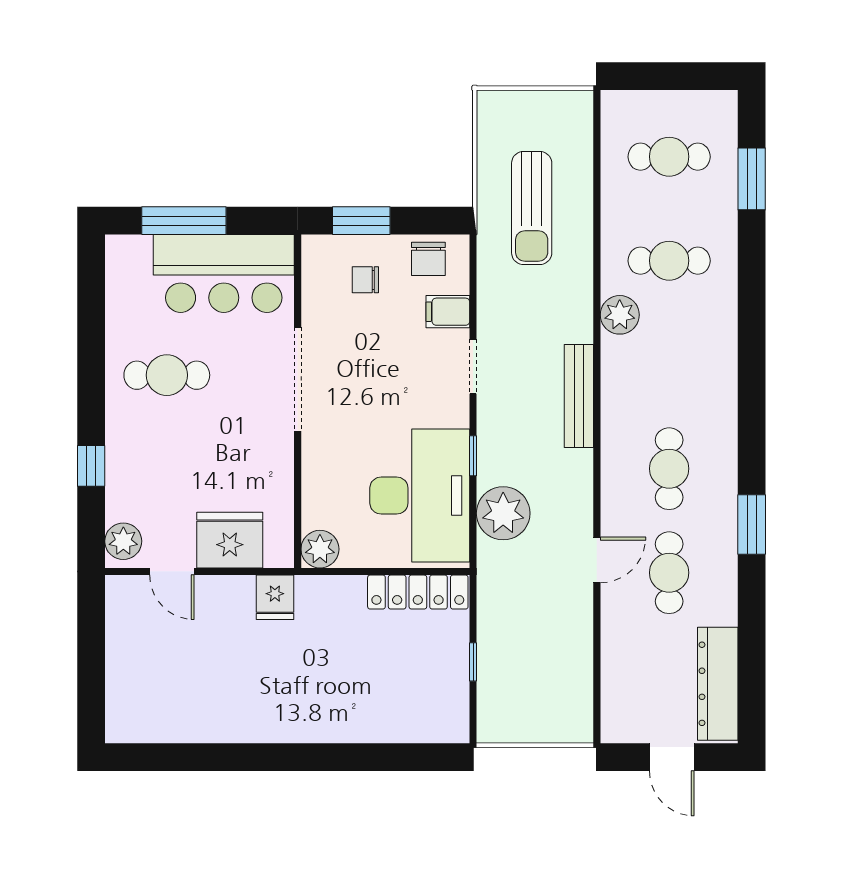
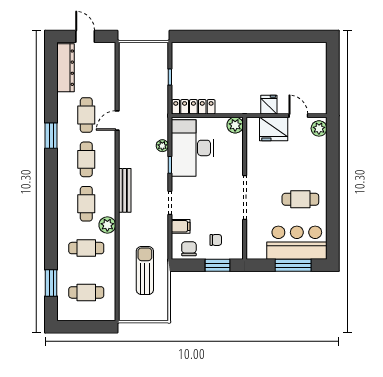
bar counter: (224, 273) -> (297, 243), moved
cafe table: (669, 365) -> (86, 204), added
window: (91, 466) -> (333, 161), removed
plant: (503, 513) -> (162, 146), width x0.53, depth x0.53
fridge: (275, 597) -> (269, 105), moved

